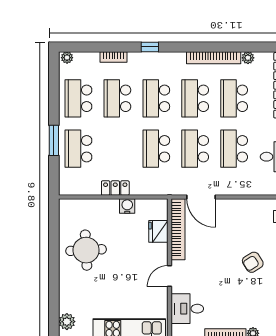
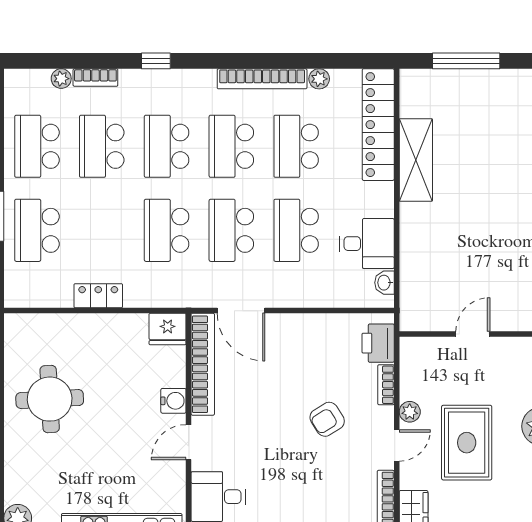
plant: (67, 58) -> (61, 79), moved
water cooler: (127, 206) -> (173, 401), moved, turned 90
fridge: (158, 231) -> (168, 329), moved, turned -90

